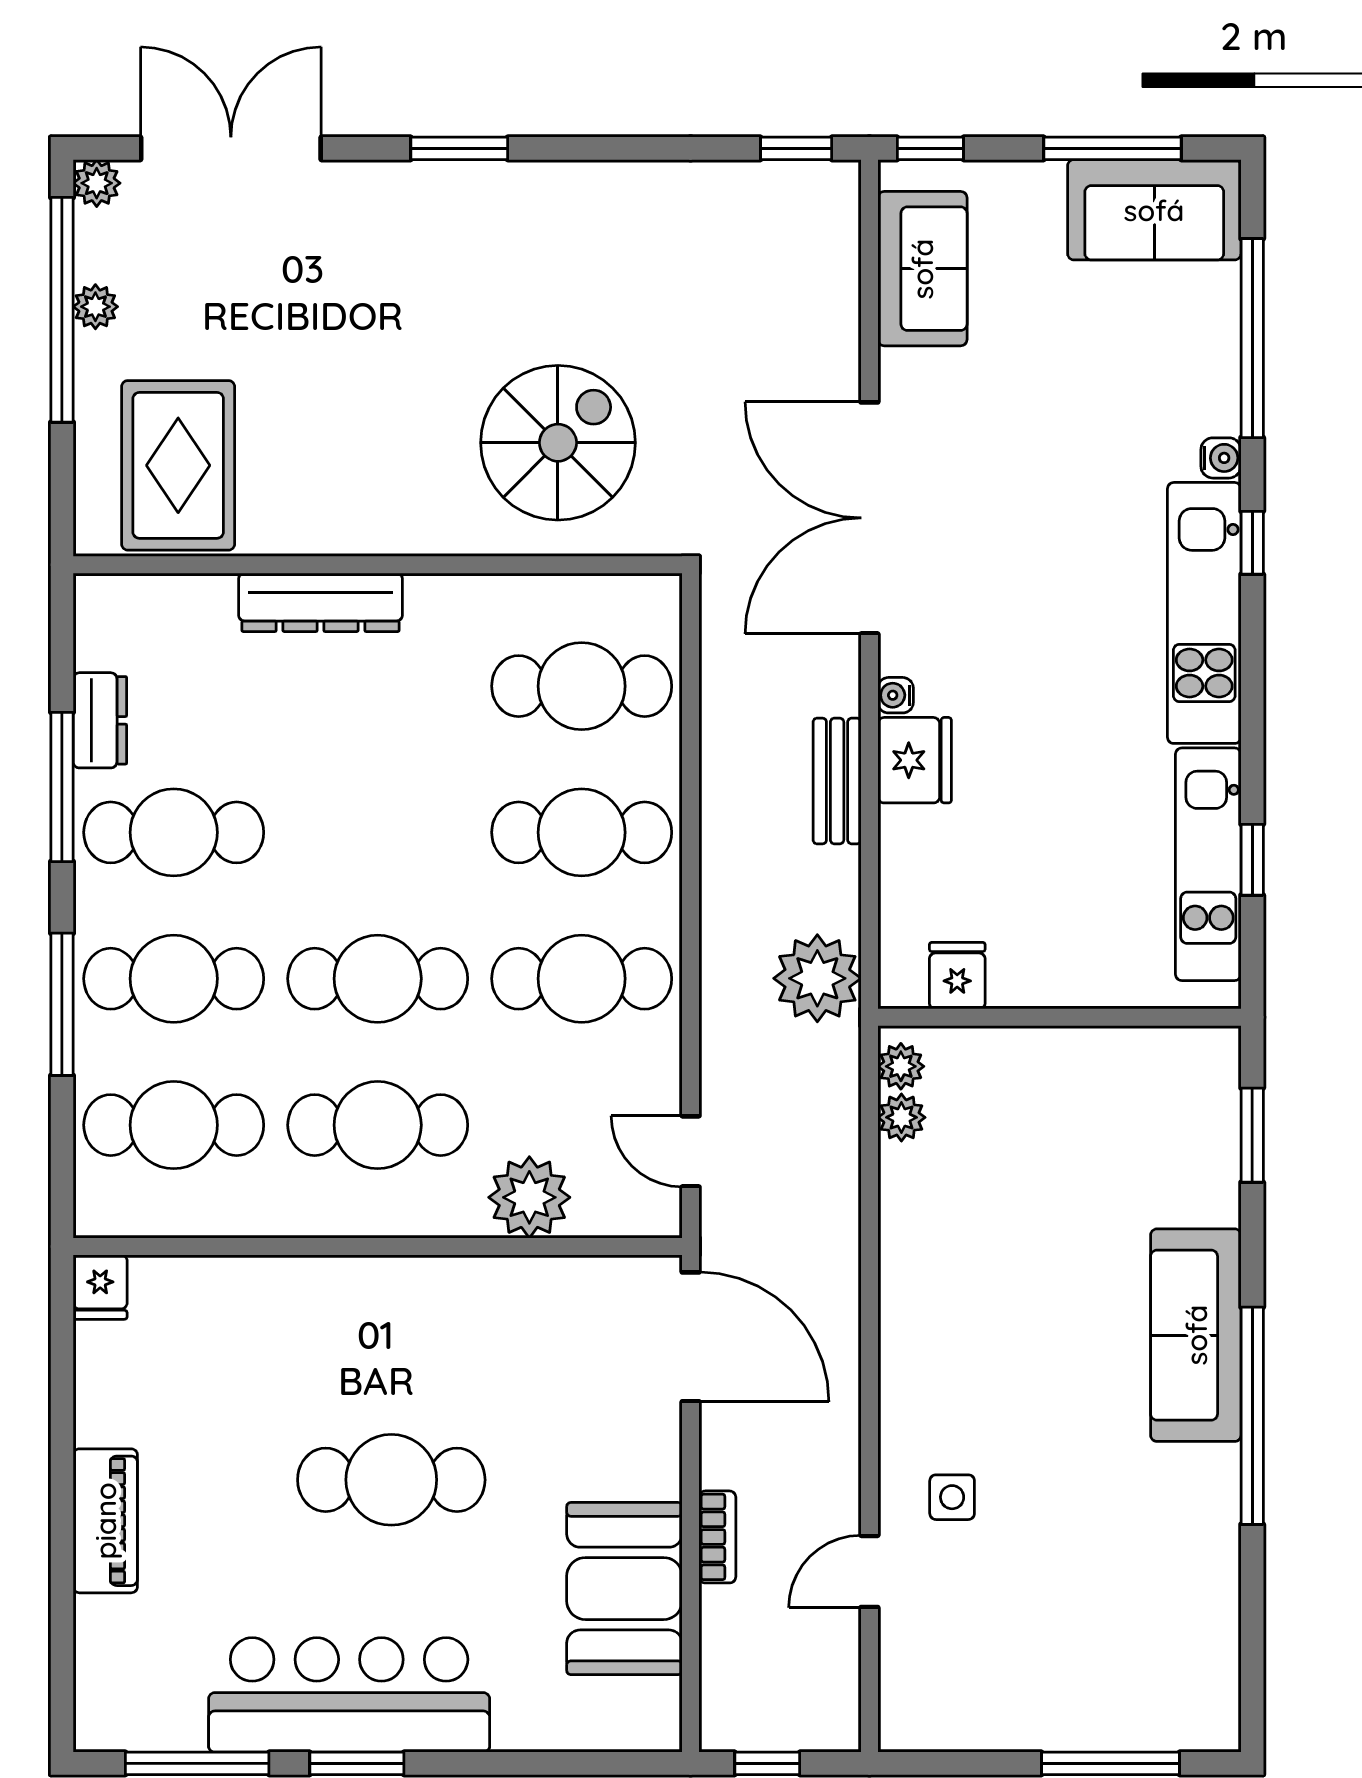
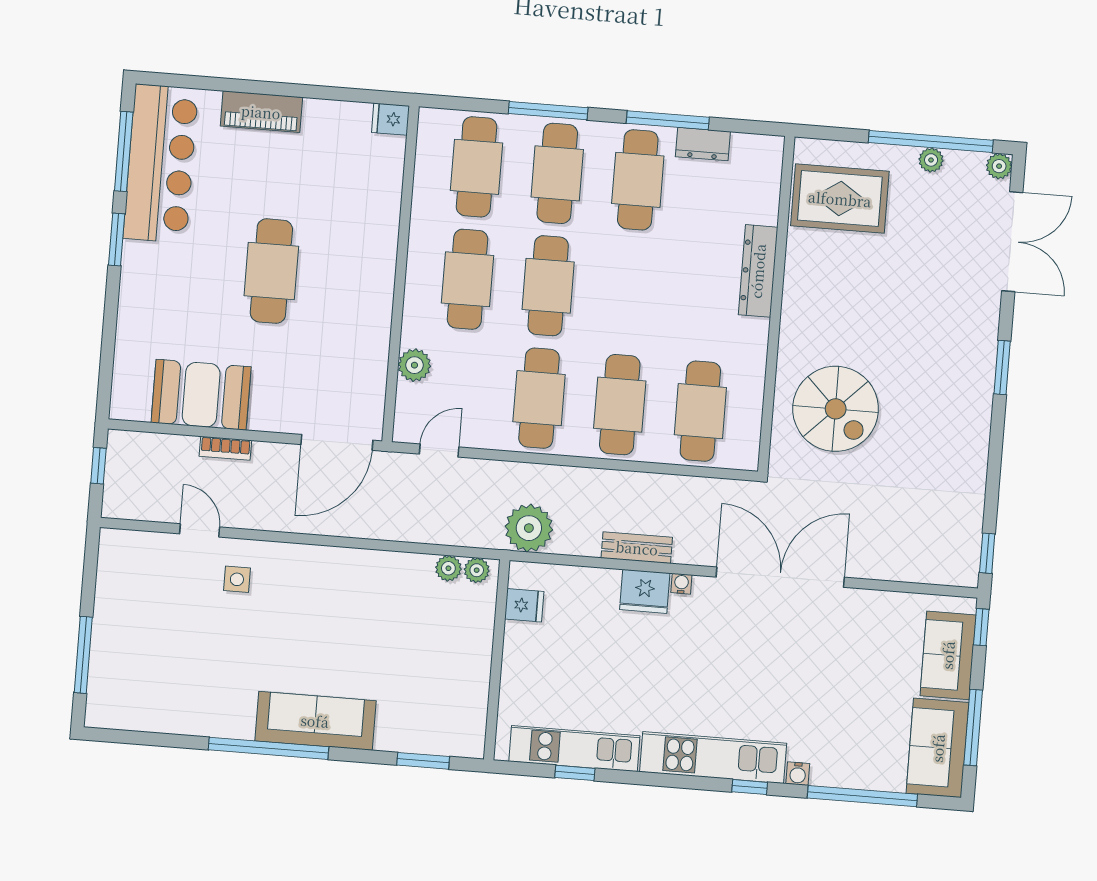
sofa: (922, 269) -> (948, 655), moved, turned 90
plant: (529, 1197) -> (414, 365), width x0.73, depth x0.73
bar counter: (349, 1695) -> (161, 164), moved

